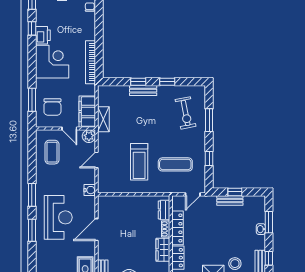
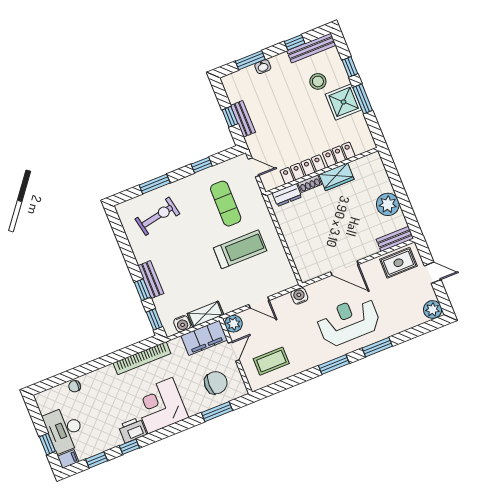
window: (167, 82) -> (154, 319), moved
water cooler: (103, 100) -> (182, 324), added

